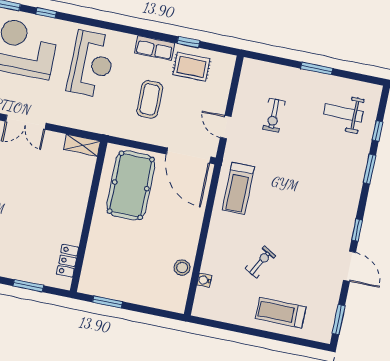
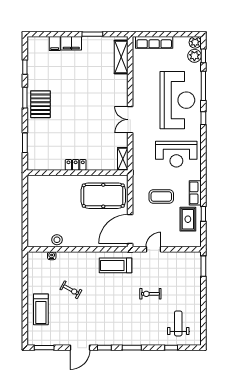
window: (317, 68) -> (203, 266), moved
exercise bike: (274, 115) -> (150, 294), moved
window: (369, 169) -> (132, 348), moved
locker: (68, 261) -> (76, 165), moved
window: (107, 302) -> (25, 196), removed
treadmill: (281, 313) -> (41, 309), turned 180

